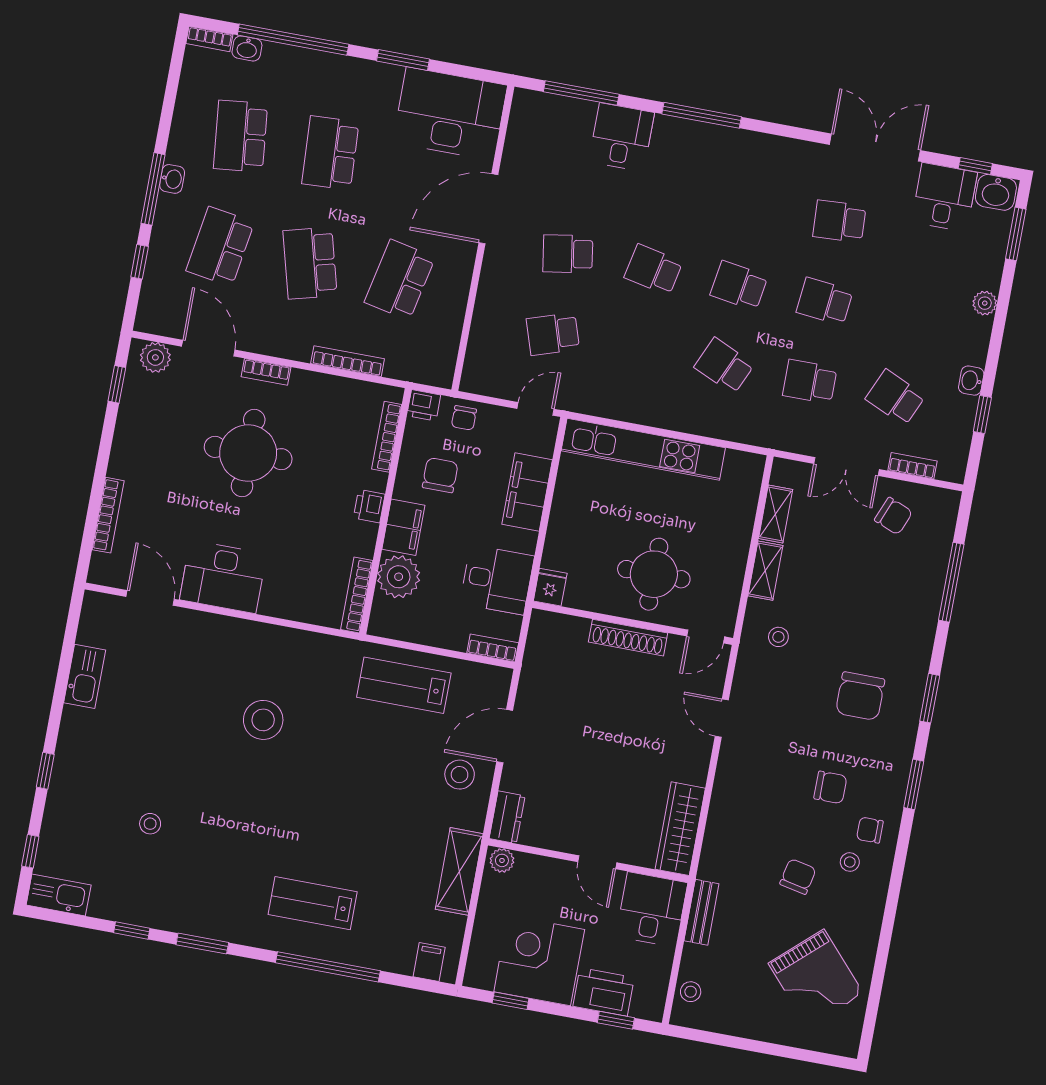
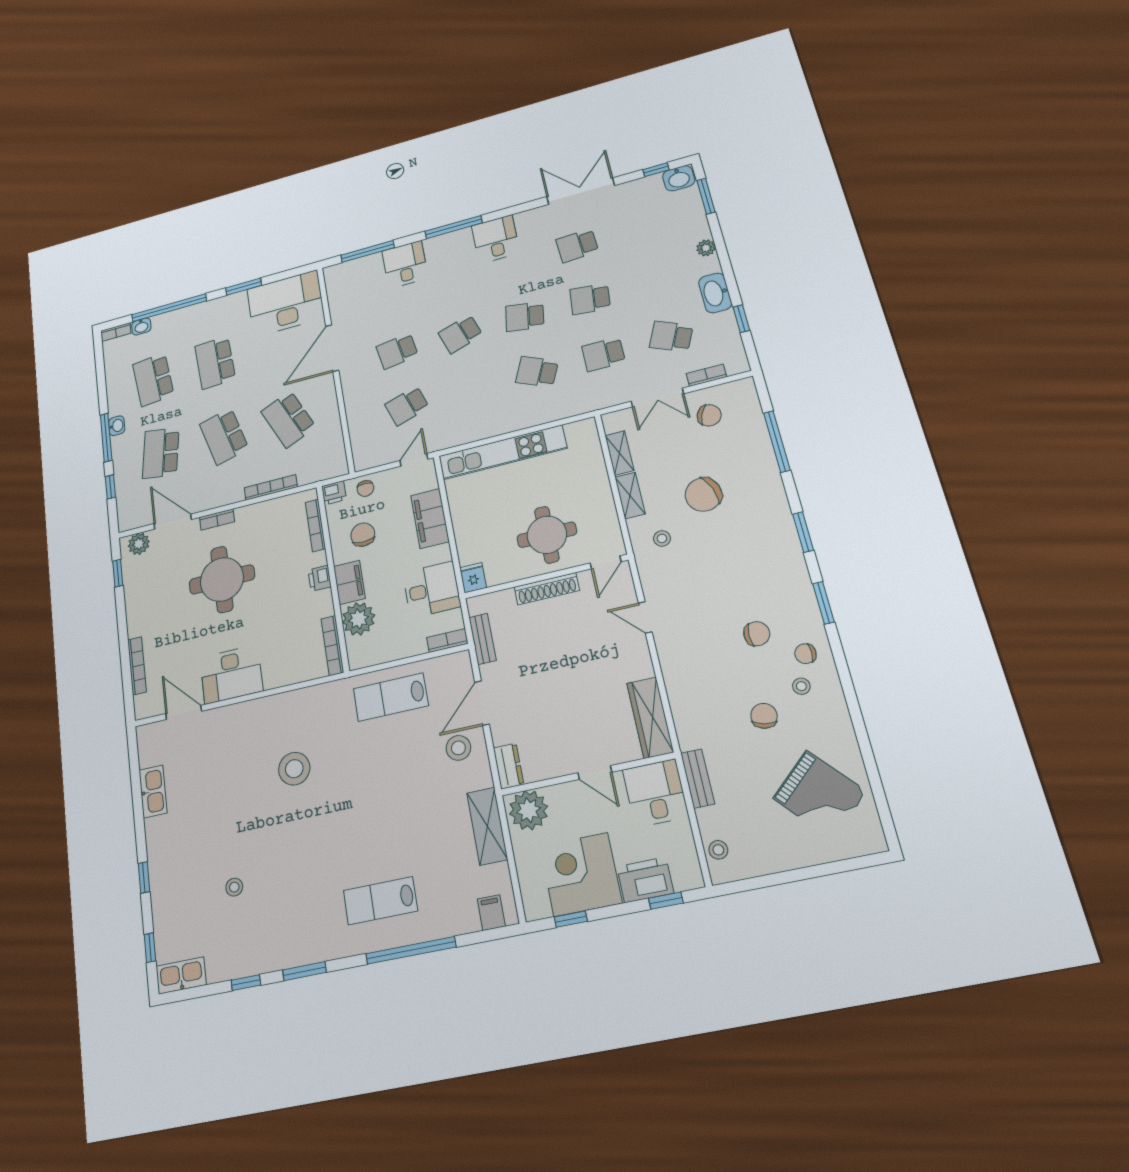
desk: (944, 197) -> (496, 239), moved
school desk: (653, 270) -> (460, 334), turned -30
school desk: (400, 280) -> (288, 419), turned -36
washbasin: (971, 381) -> (715, 293), width x1.91, depth x1.45
bench: (533, 664) -> (483, 639), added
chair: (860, 696) -> (703, 495), moved, turned 69
plant: (502, 860) -> (529, 810), width x1.87, depth x1.87

